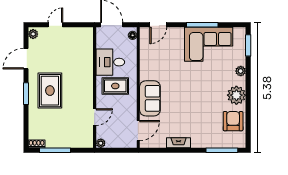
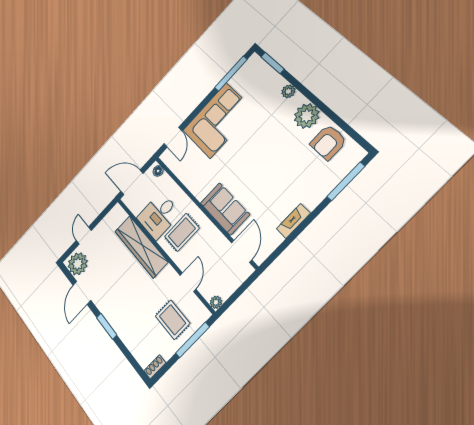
window: (202, 25) -> (231, 74), moved
plant: (33, 34) -> (78, 264), width x1.88, depth x1.88
corner sofa: (209, 44) -> (218, 120), moved
wardrobe: (85, 69) -> (141, 247), added
rug: (50, 91) -> (173, 320), moved, width x0.73, depth x0.70
armchair: (233, 121) -> (328, 142), turned -90
window: (55, 150) -> (193, 340), moved

